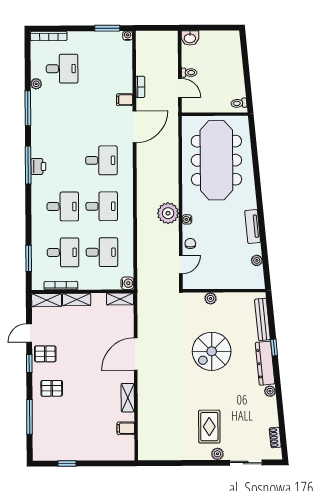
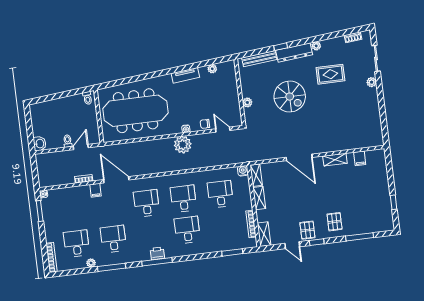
desk: (63, 252) -> (113, 239), moved
shelving: (77, 299) -> (259, 198), moved
rug: (209, 427) -> (330, 74), moved

